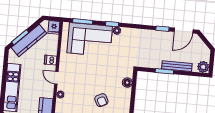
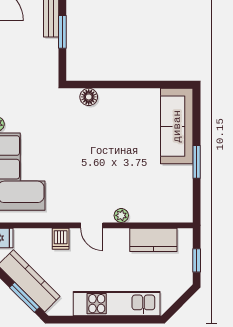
door: (56, 78) -> (92, 225), hinge flipped
armchair: (101, 100) -> (125, 141), removed

